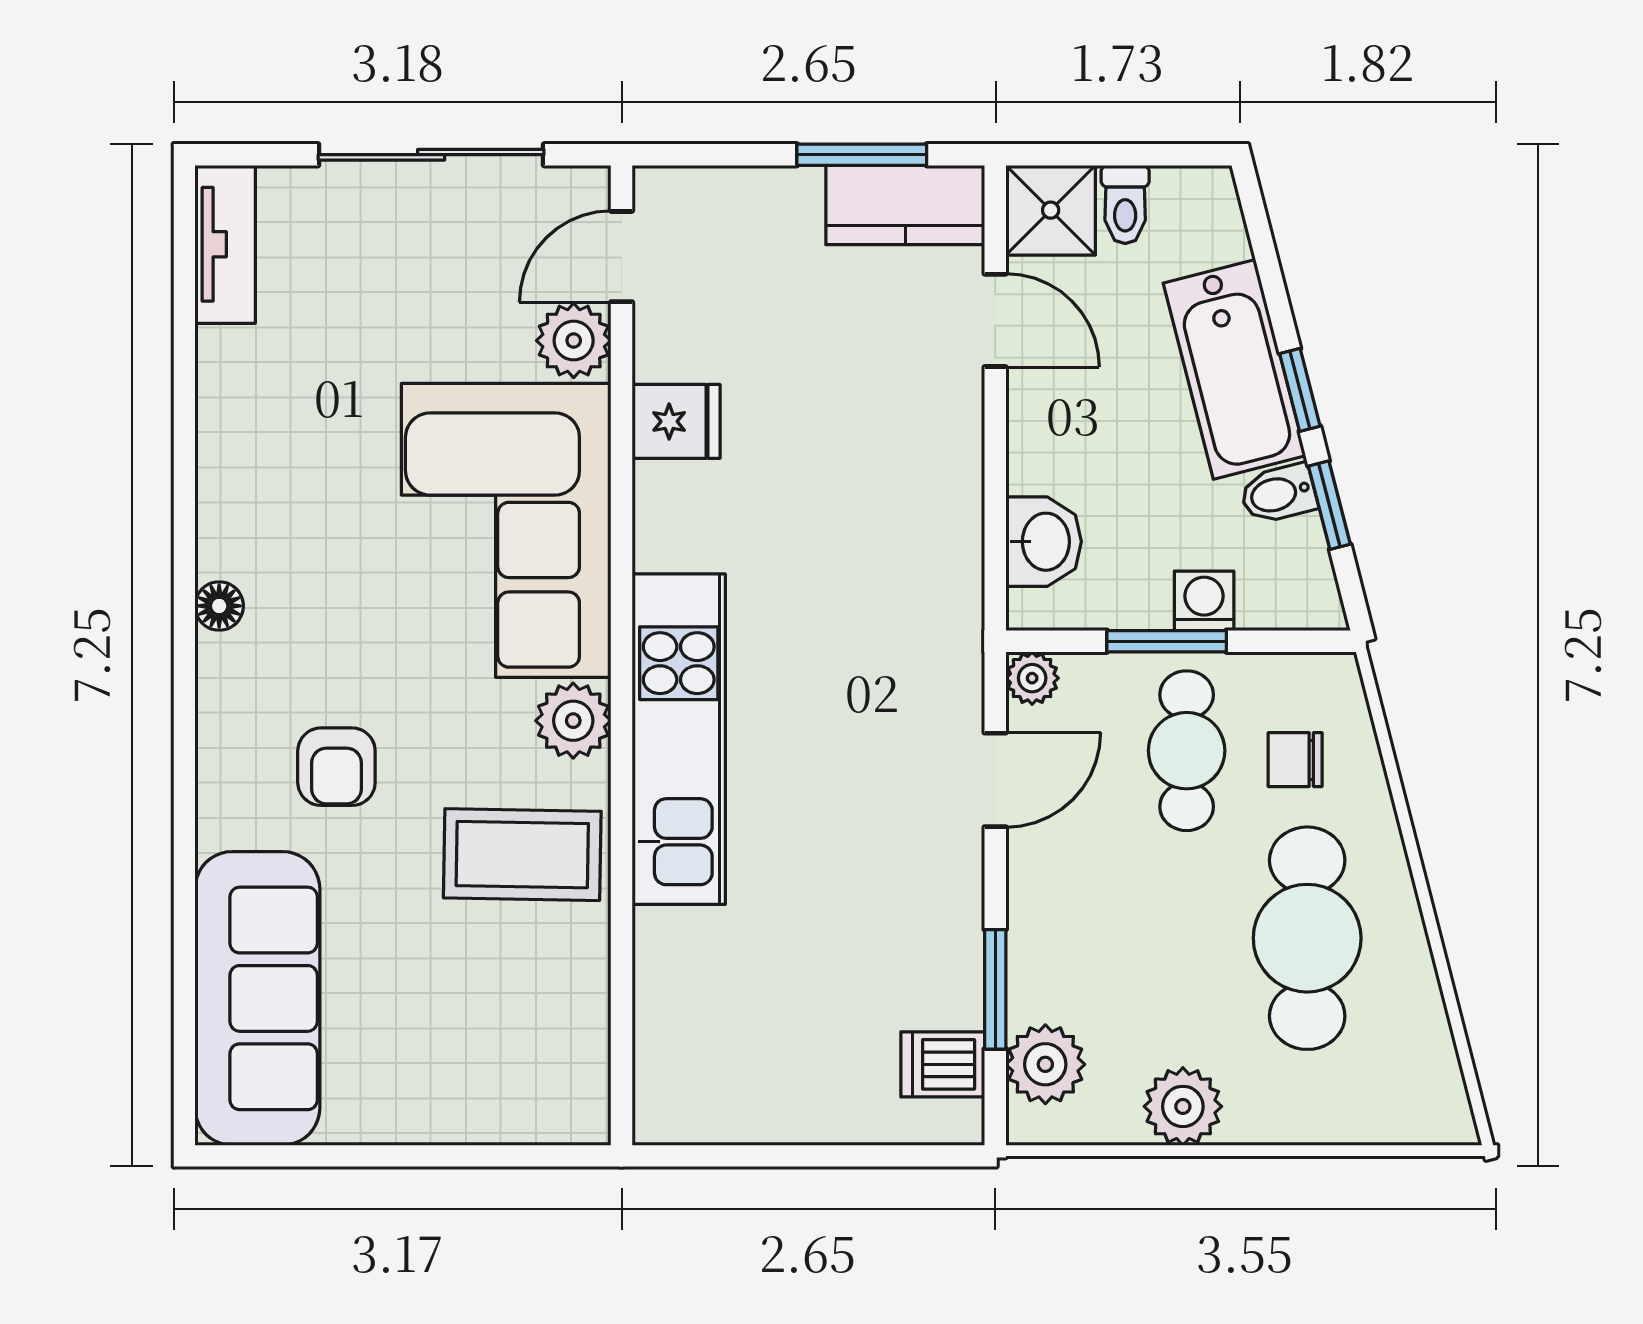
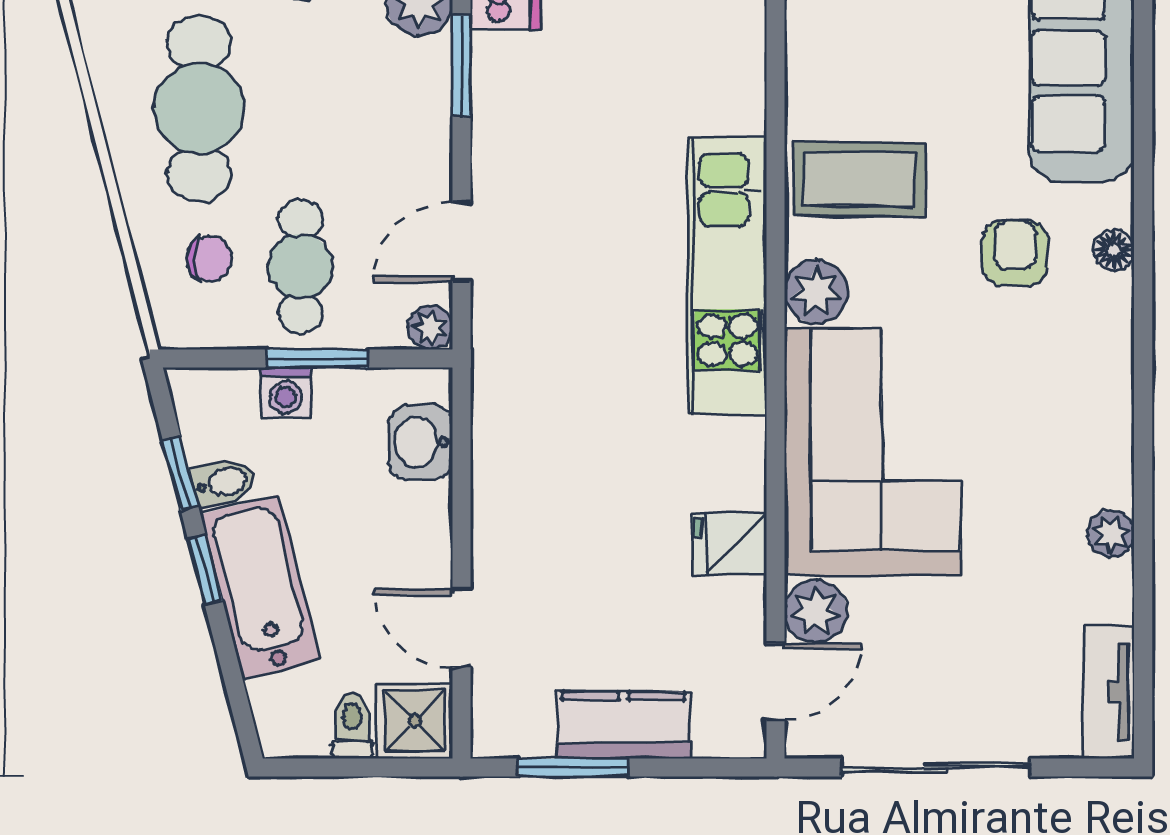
kitchen counter: (905, 205) -> (624, 725), moved
plant: (223, 433) -> (1111, 534), added
floor lamp: (219, 606) -> (1114, 250), moved

